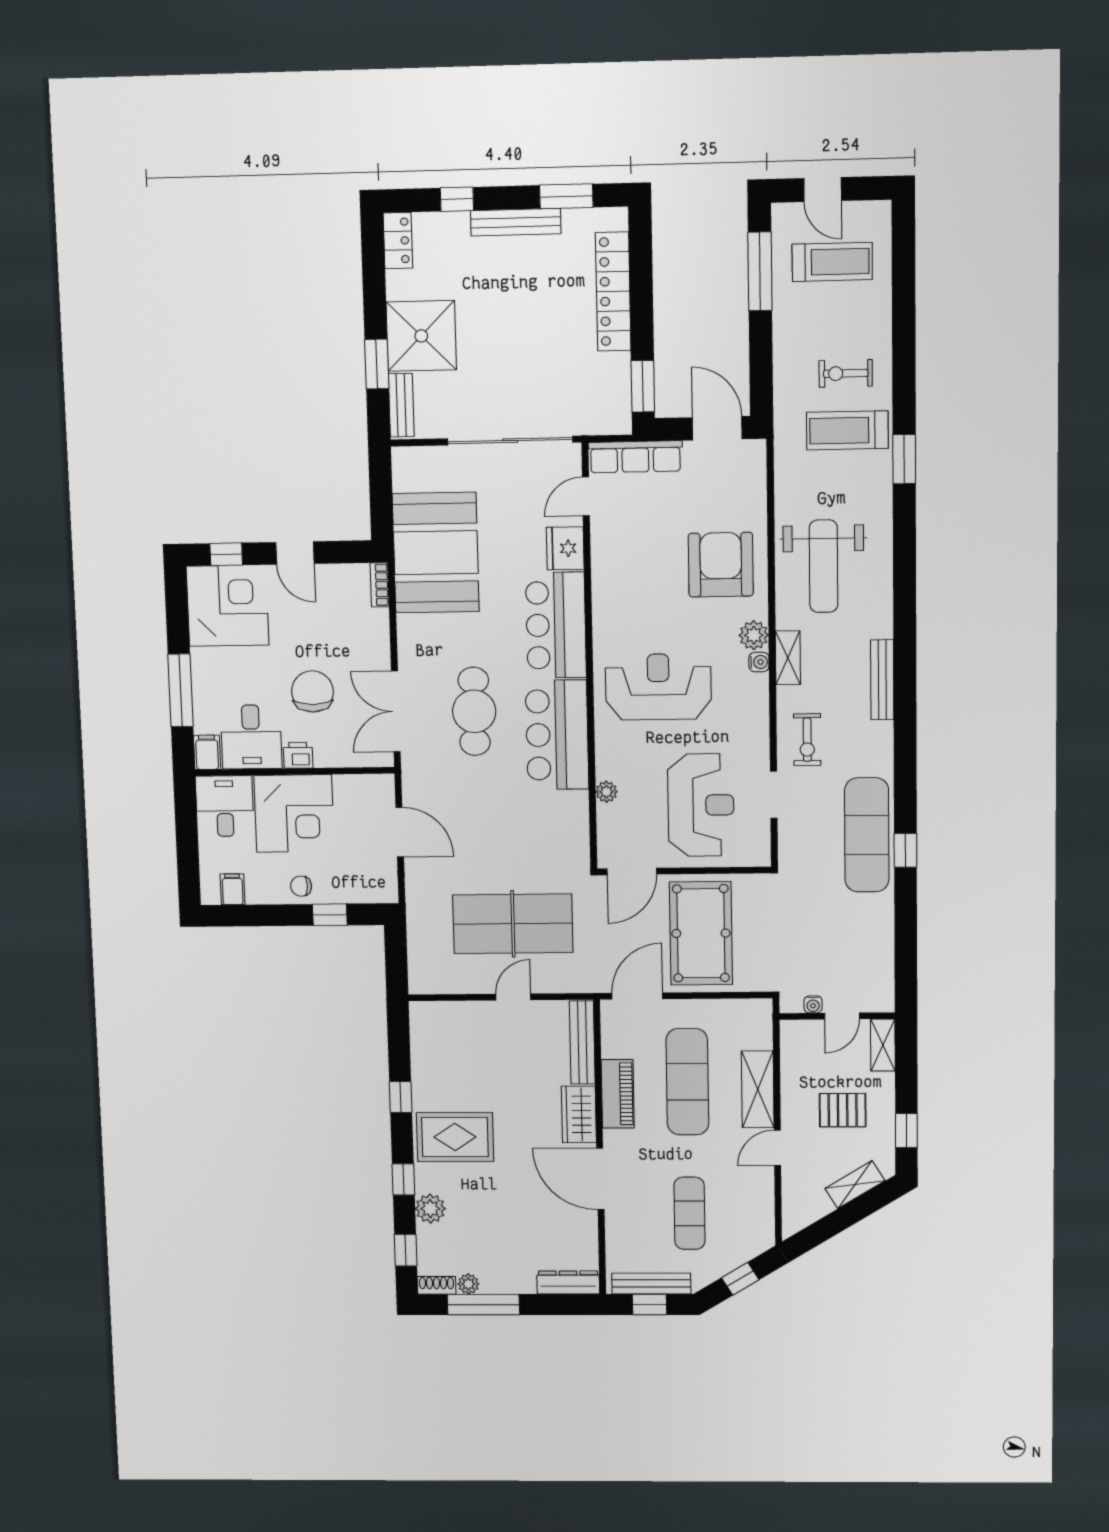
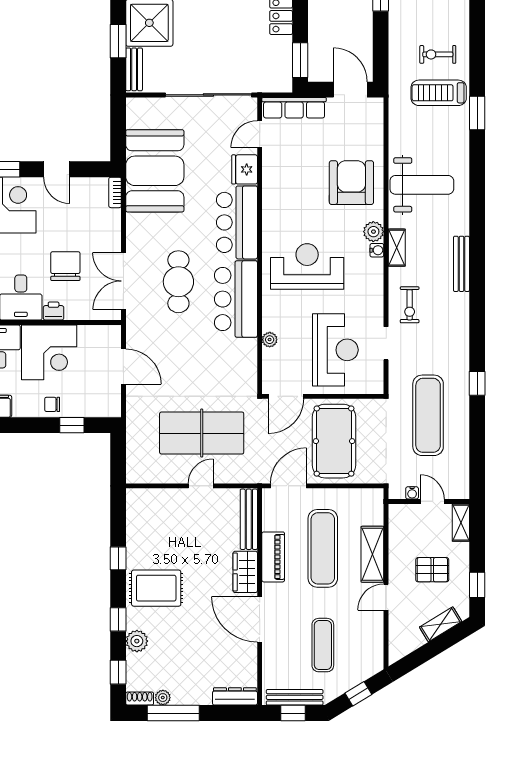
weight bench: (824, 566) -> (422, 185), turned -90
exercise mat: (867, 835) -> (428, 415), moved
door: (842, 1016) -> (432, 501), swing flipped

